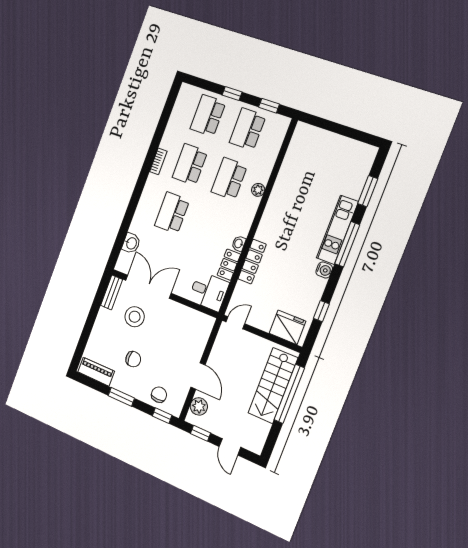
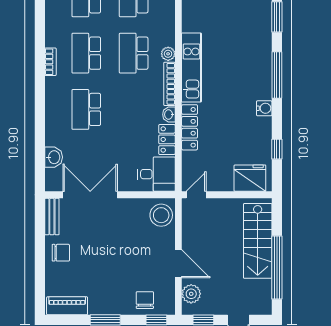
bookcase: (249, 217) -> (169, 84), added
kitchen unit: (337, 230) -> (191, 67), moved, turned 180
stool: (135, 317) -> (161, 215), moved
chair: (133, 359) -> (61, 253), moved
window: (289, 394) -> (277, 267), moved

